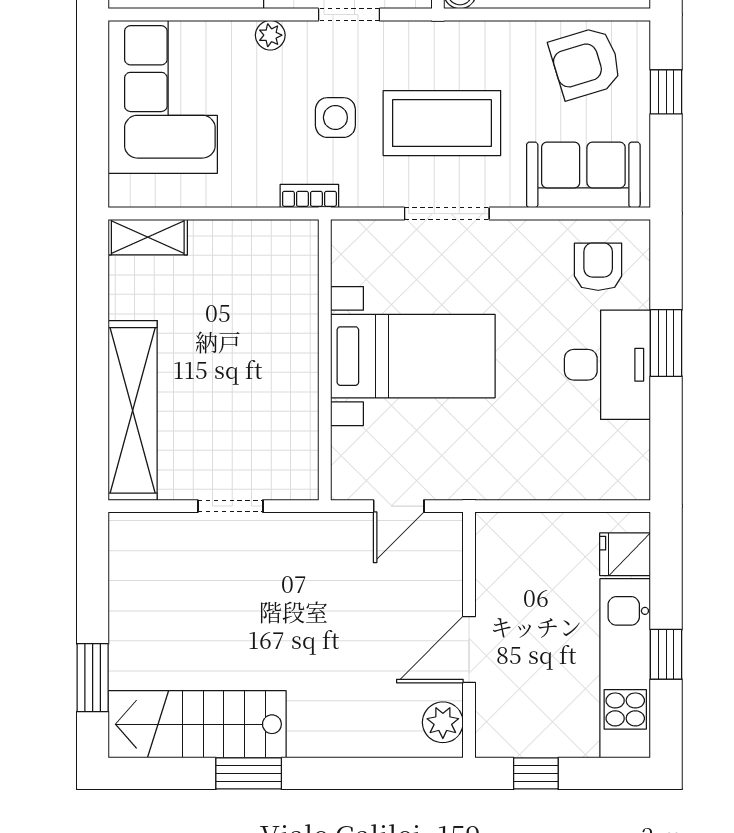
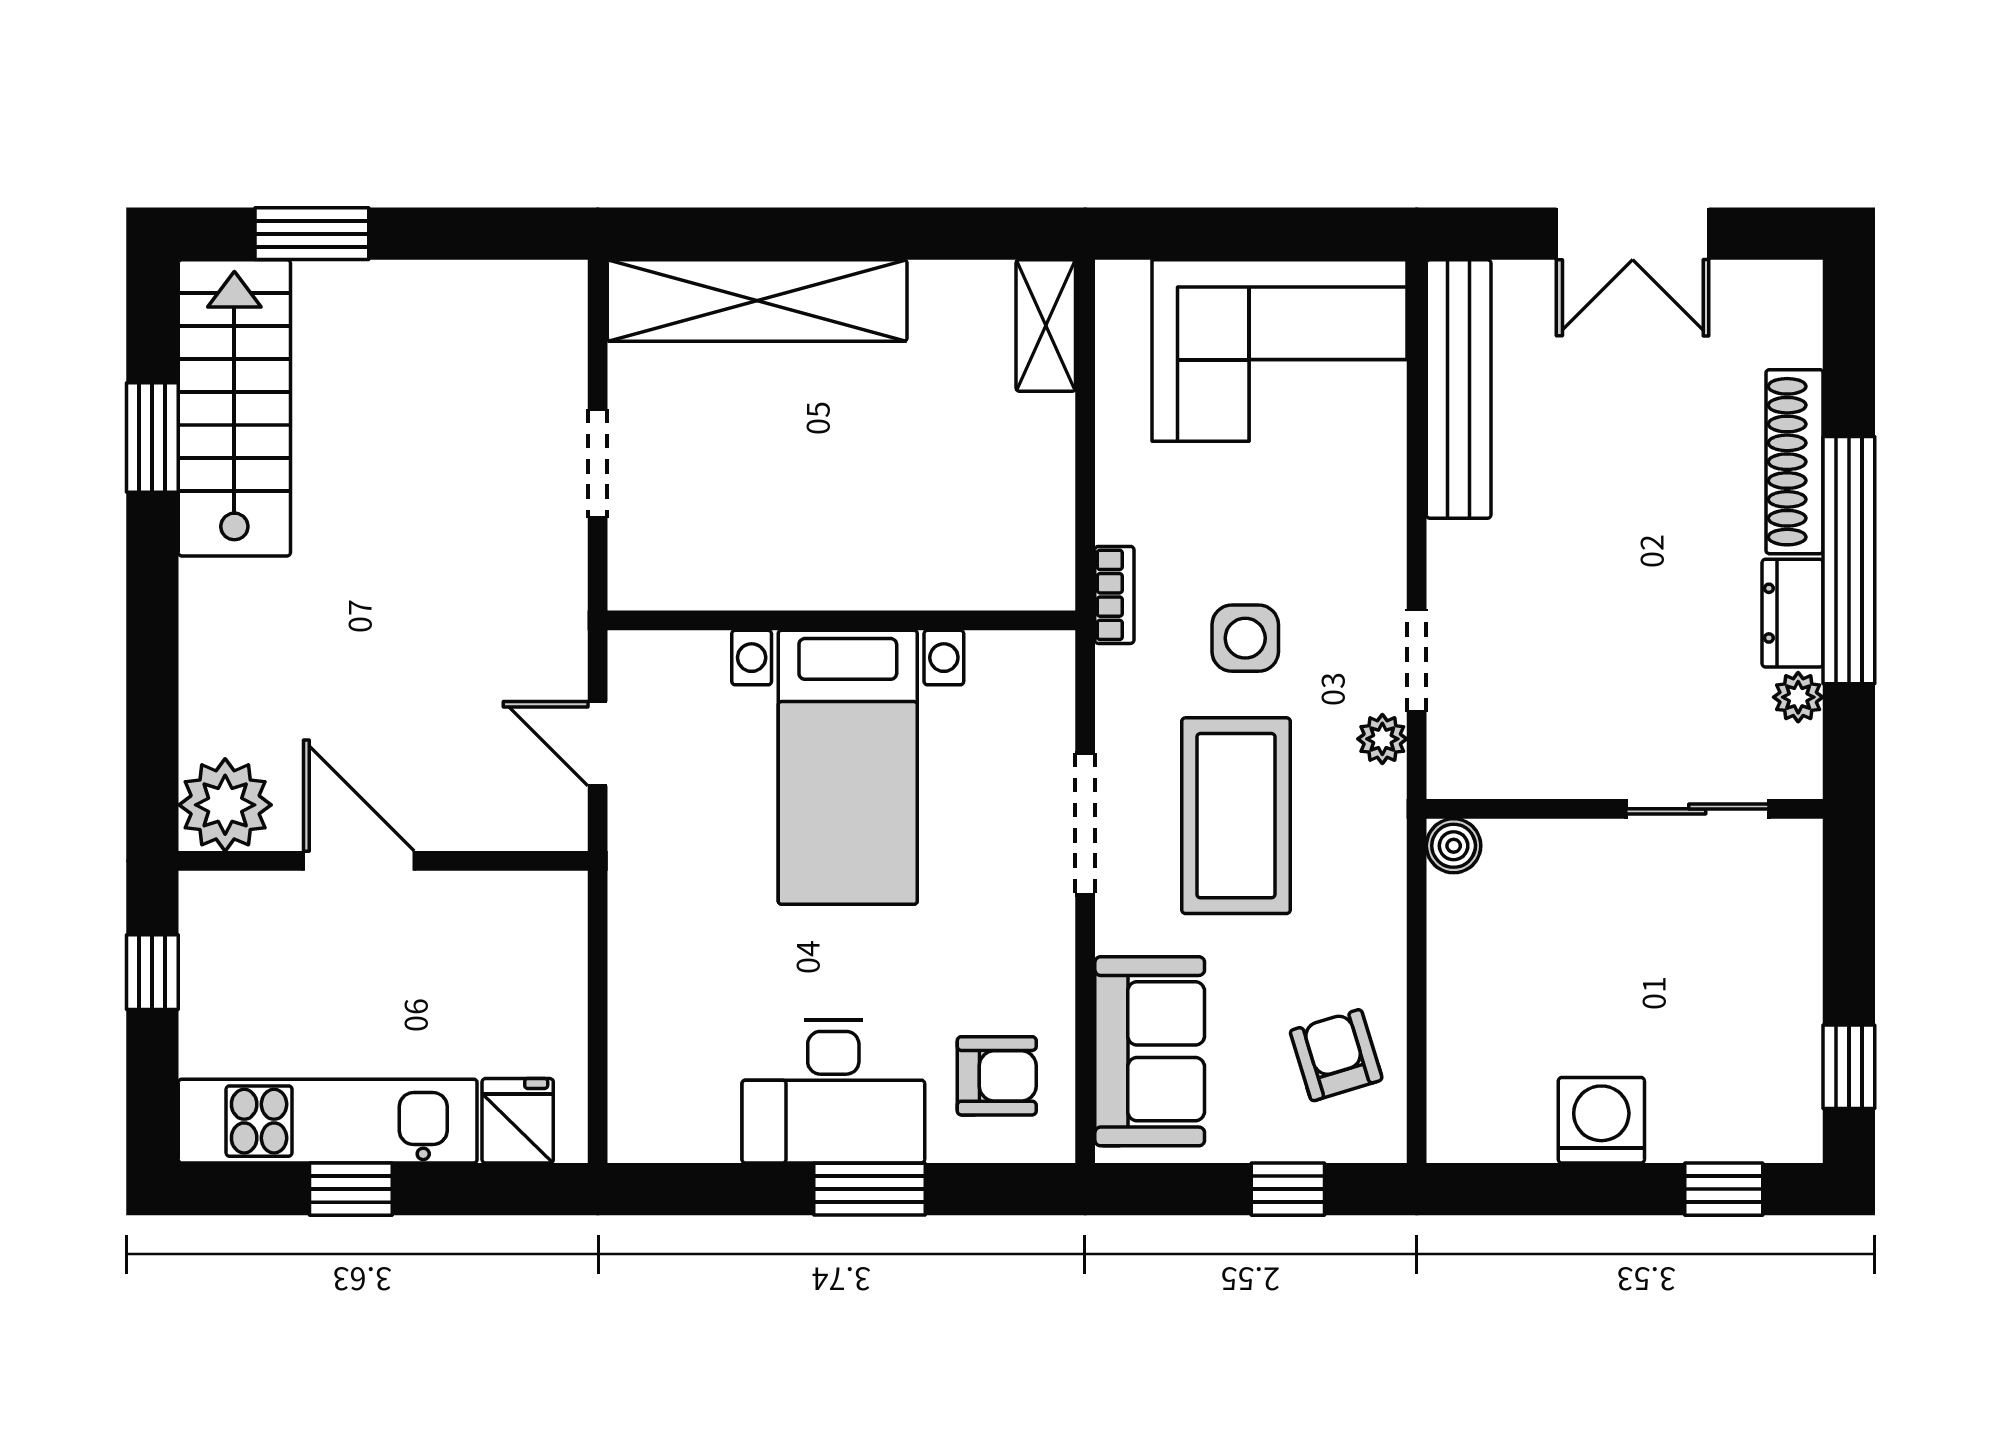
plant: (270, 35) -> (1382, 739), moved
armchair: (586, 63) -> (1336, 1055), width x0.72, depth x0.72
plant: (443, 722) -> (225, 805), width x1.36, depth x1.36
window: (249, 773) -> (152, 437), moved

